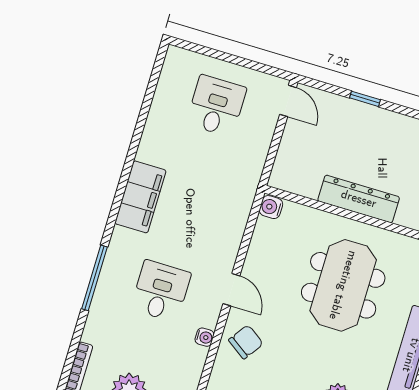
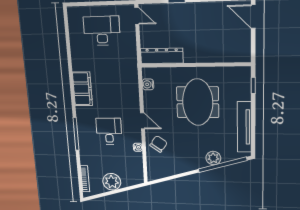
desk: (216, 106) -> (102, 31), width x1.37
dresser: (359, 199) -> (162, 56), moved
water cooler: (271, 207) -> (148, 84), moved

